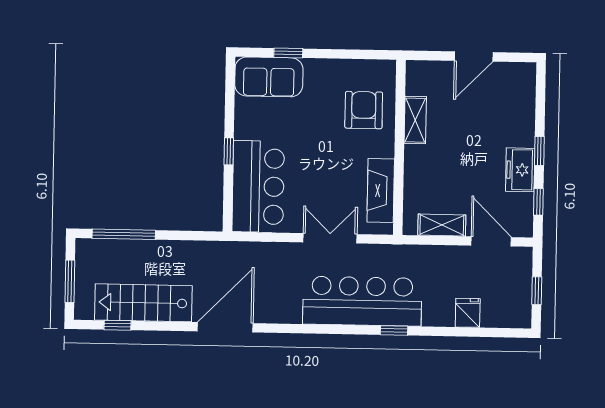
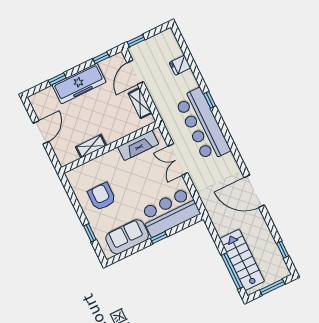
door: (474, 57) -> (41, 132), hinge flipped
sofa: (269, 77) -> (127, 237), moved, turned -90
armchair: (364, 110) -> (102, 197), moved, turned 90
window: (539, 151) -> (57, 79), moved
freezer: (520, 170) -> (79, 84), width x1.91, depth x1.26
window: (537, 291) -> (136, 41), moved
stairs: (143, 303) -> (242, 260), moved, turned 180

